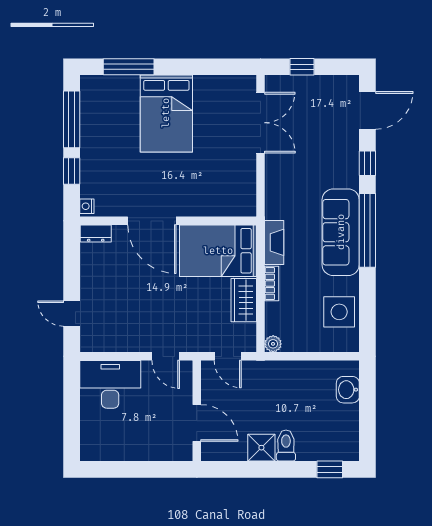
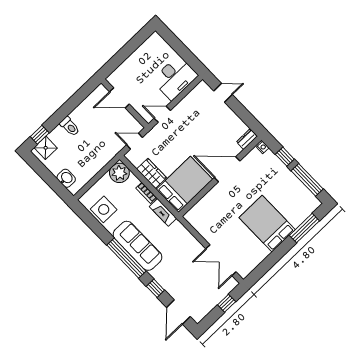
plant: (273, 344) -> (119, 173), width x1.87, depth x1.87
shower: (261, 448) -> (46, 148), moved

